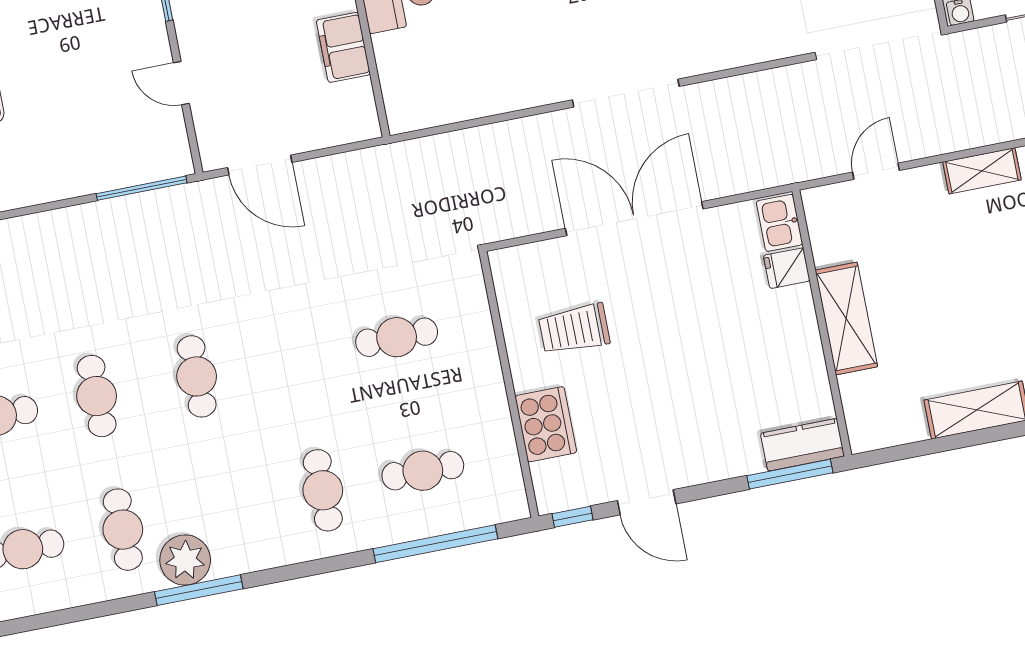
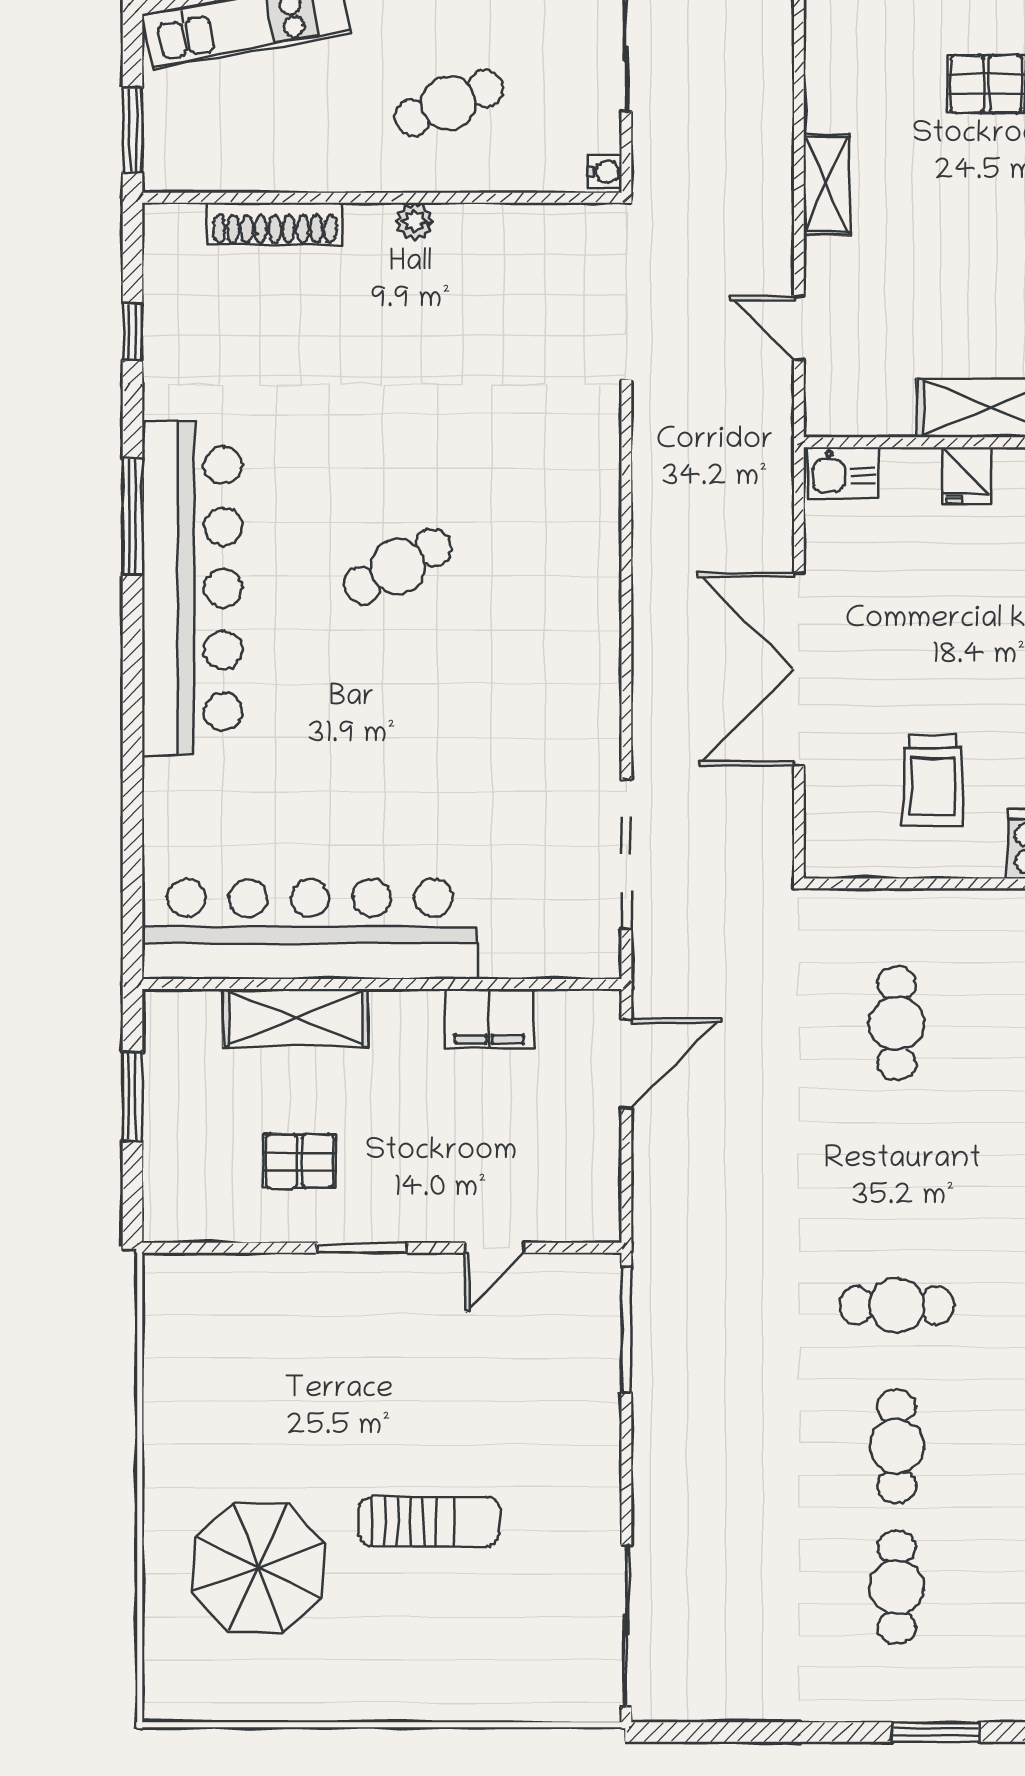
doorway: (626, 93) -> (626, 854), moved
door: (260, 165) -> (626, 1063), moved
fridge: (787, 268) -> (966, 475), moved
cafe table: (97, 396) -> (897, 1446), turned 90

